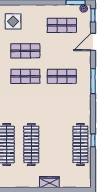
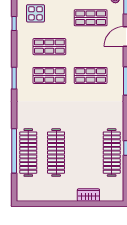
wardrobe: (49, 182) -> (88, 195), moved

